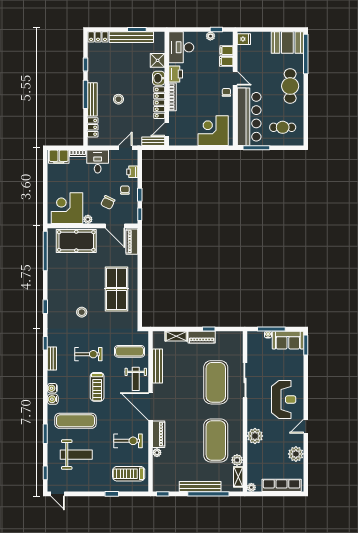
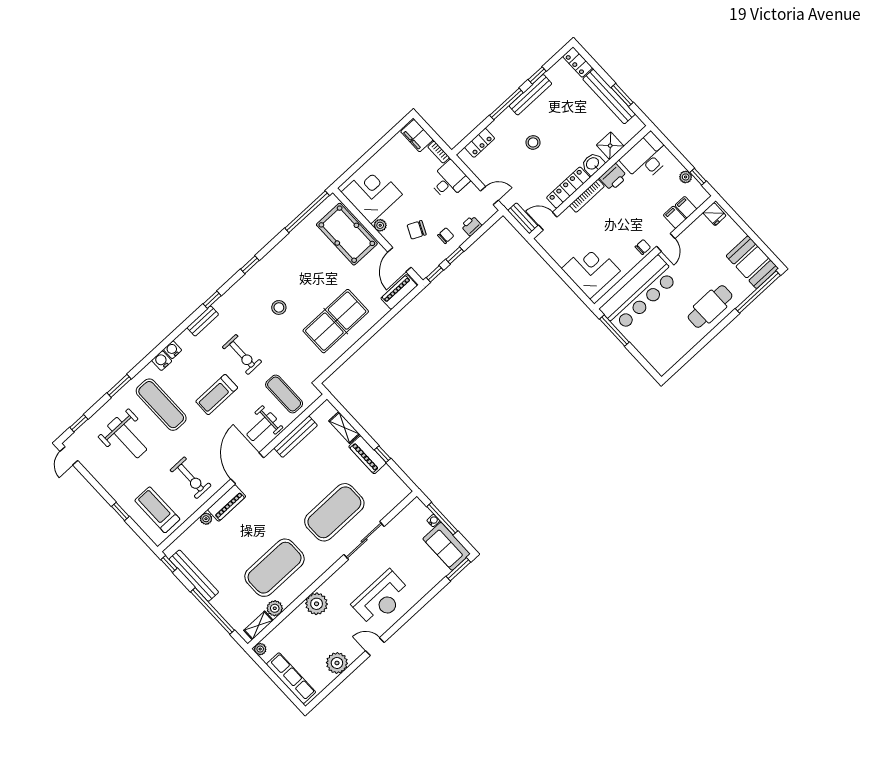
bench: (92, 99) -> (530, 95), moved
cafe table: (283, 127) -> (660, 338), removed
bench: (200, 487) -> (194, 576), moved

